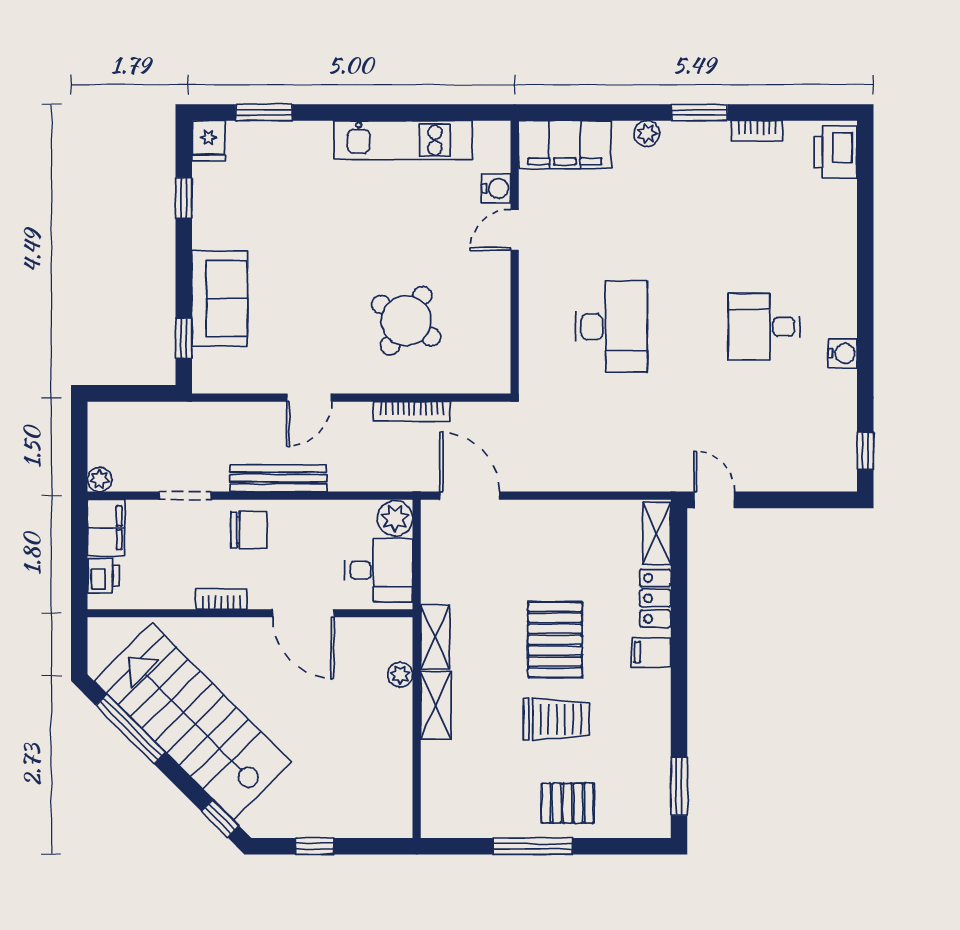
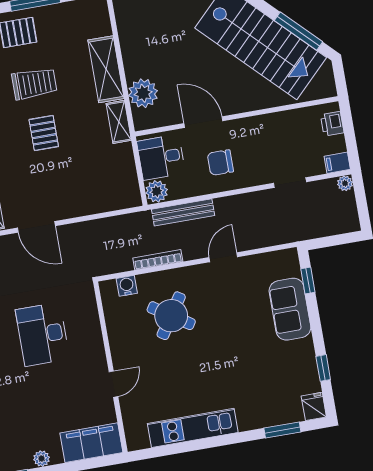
water cooler: (496, 188) -> (127, 286), moved, turned 90
bench: (278, 478) -> (183, 212), moved
door: (470, 496) -> (36, 227), moved
filing cabinet: (106, 528) -> (337, 163), width x0.50
chair: (249, 530) -> (220, 163), moved
bookcase: (221, 599) -> (256, 122), removed
pallet: (555, 640) -> (44, 133), width x0.67, depth x0.71
plant: (400, 675) -> (143, 93), width x1.88, depth x1.88
shelving: (436, 705) -> (106, 69), width x1.50, depth x1.33
trolley: (556, 719) -> (34, 84), turned 180

